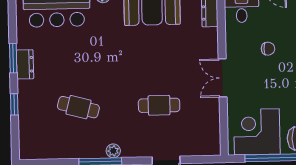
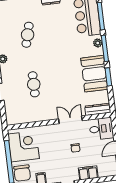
double door: (223, 78) -> (70, 120), moved

